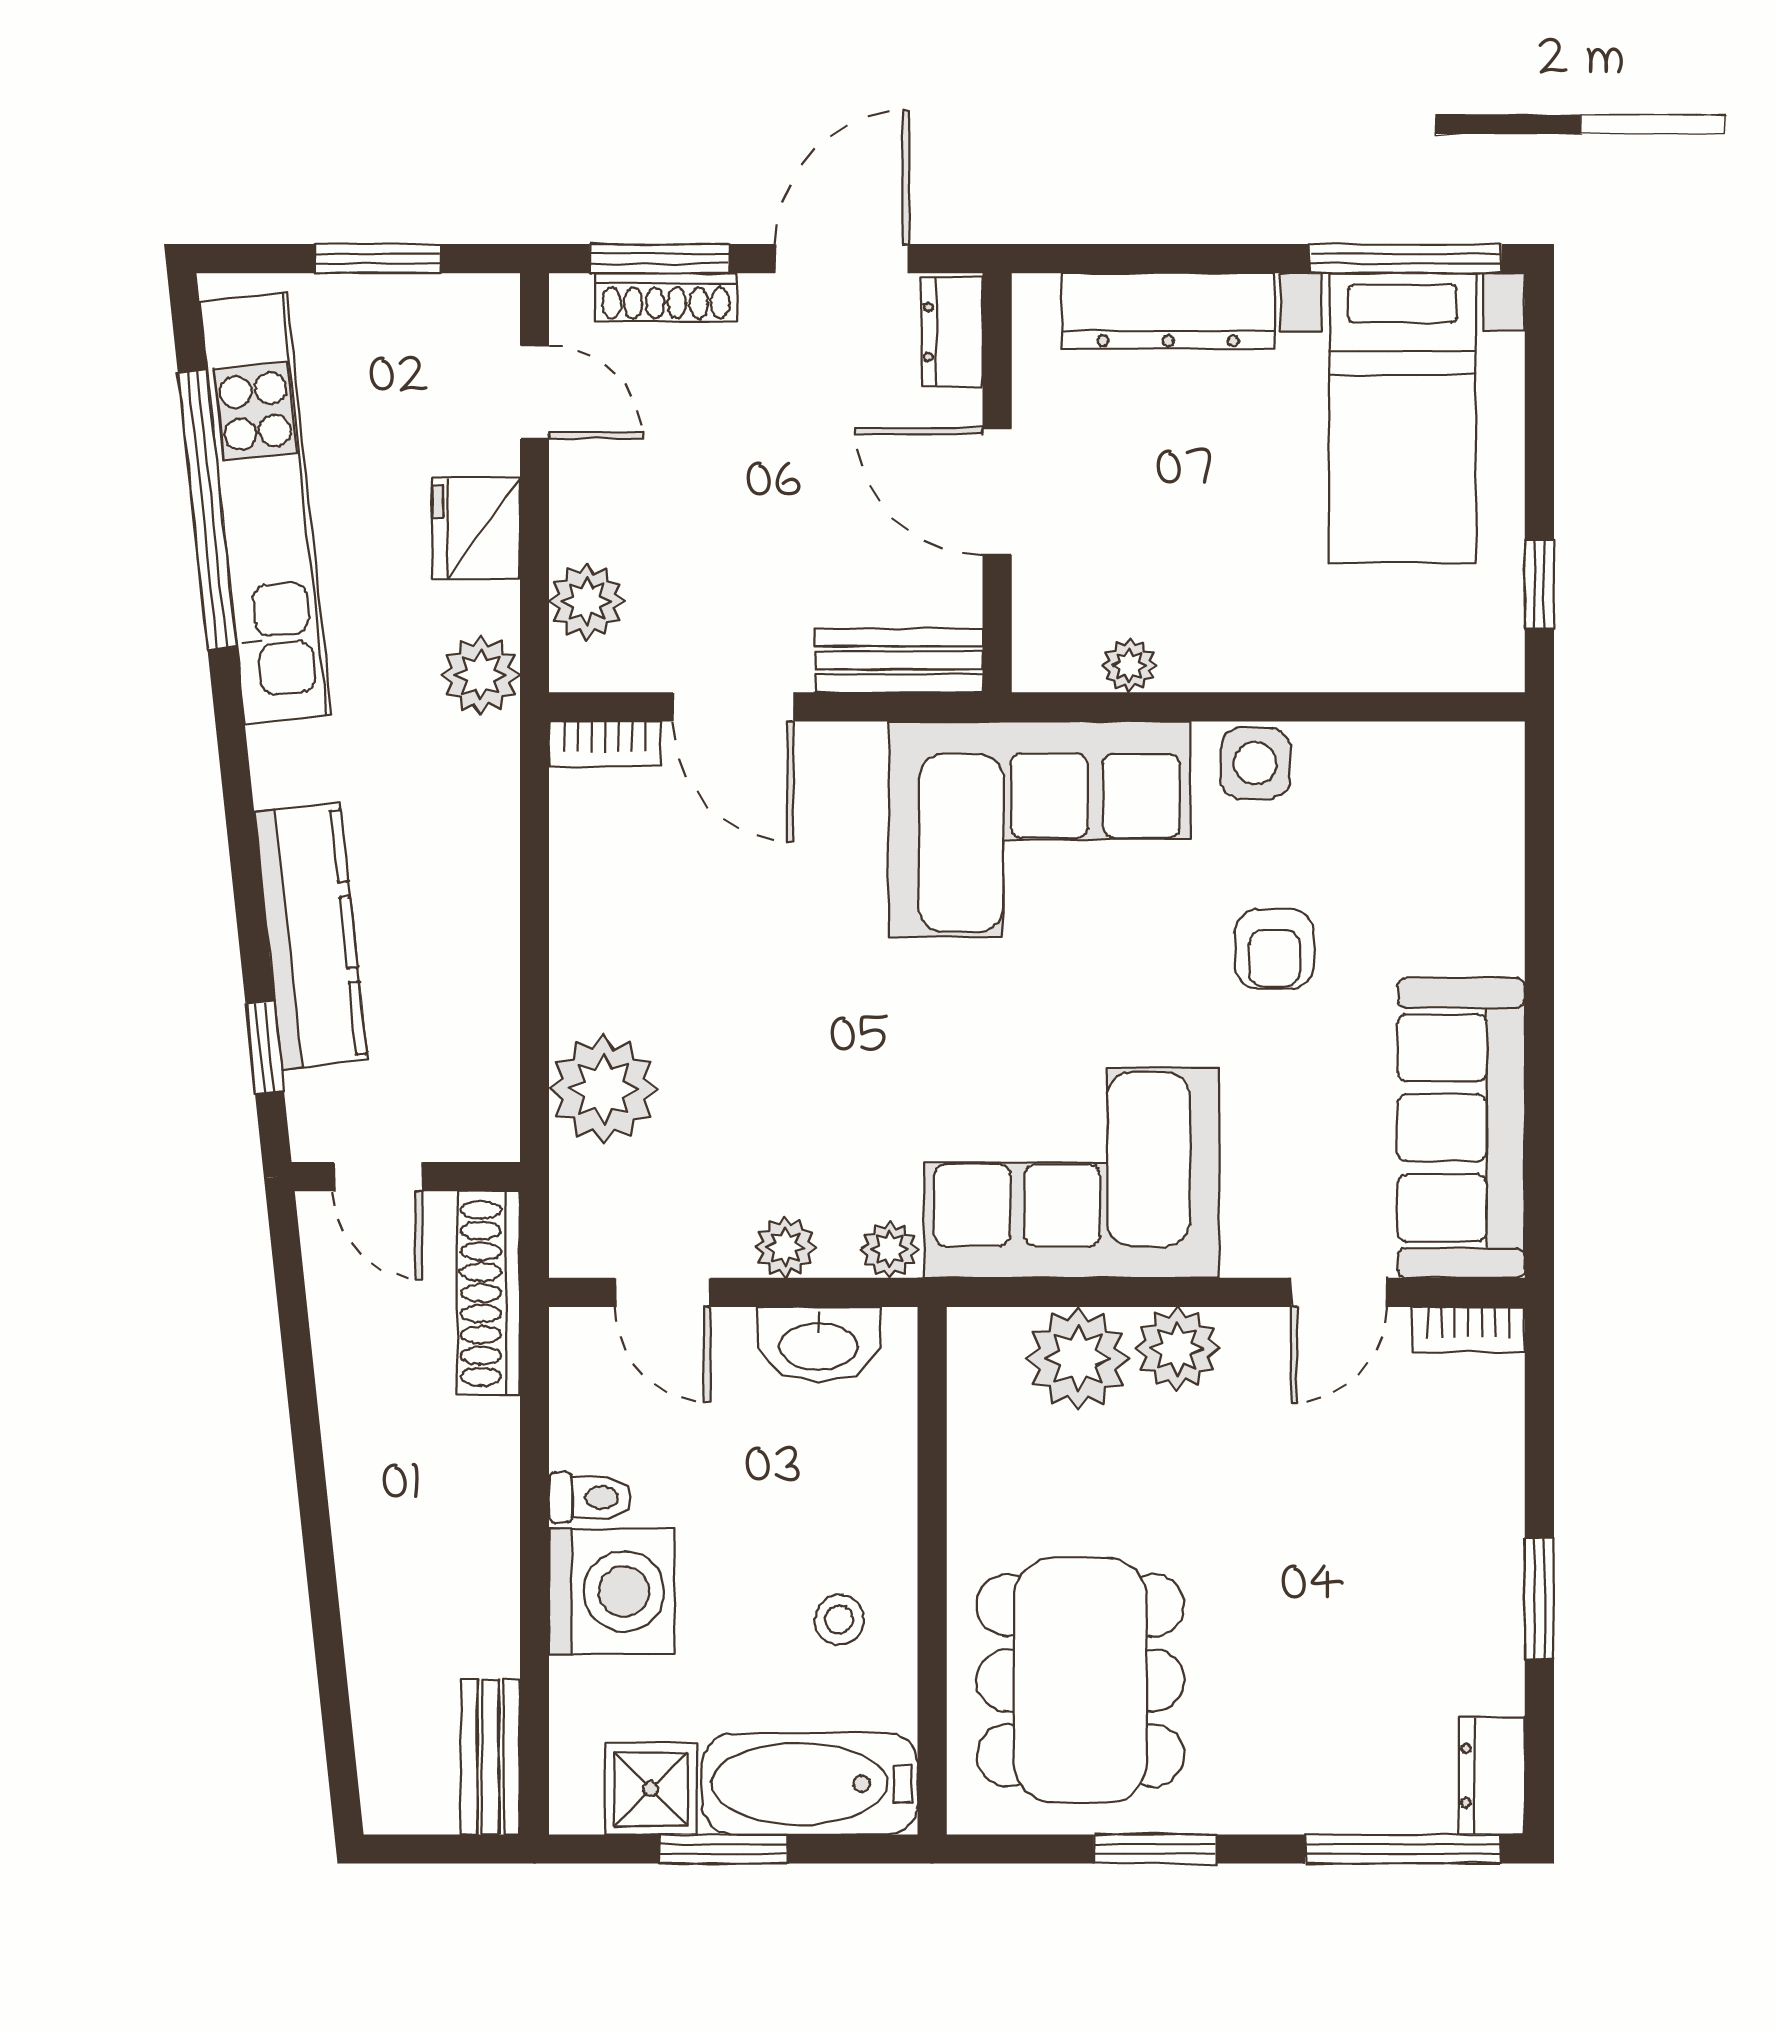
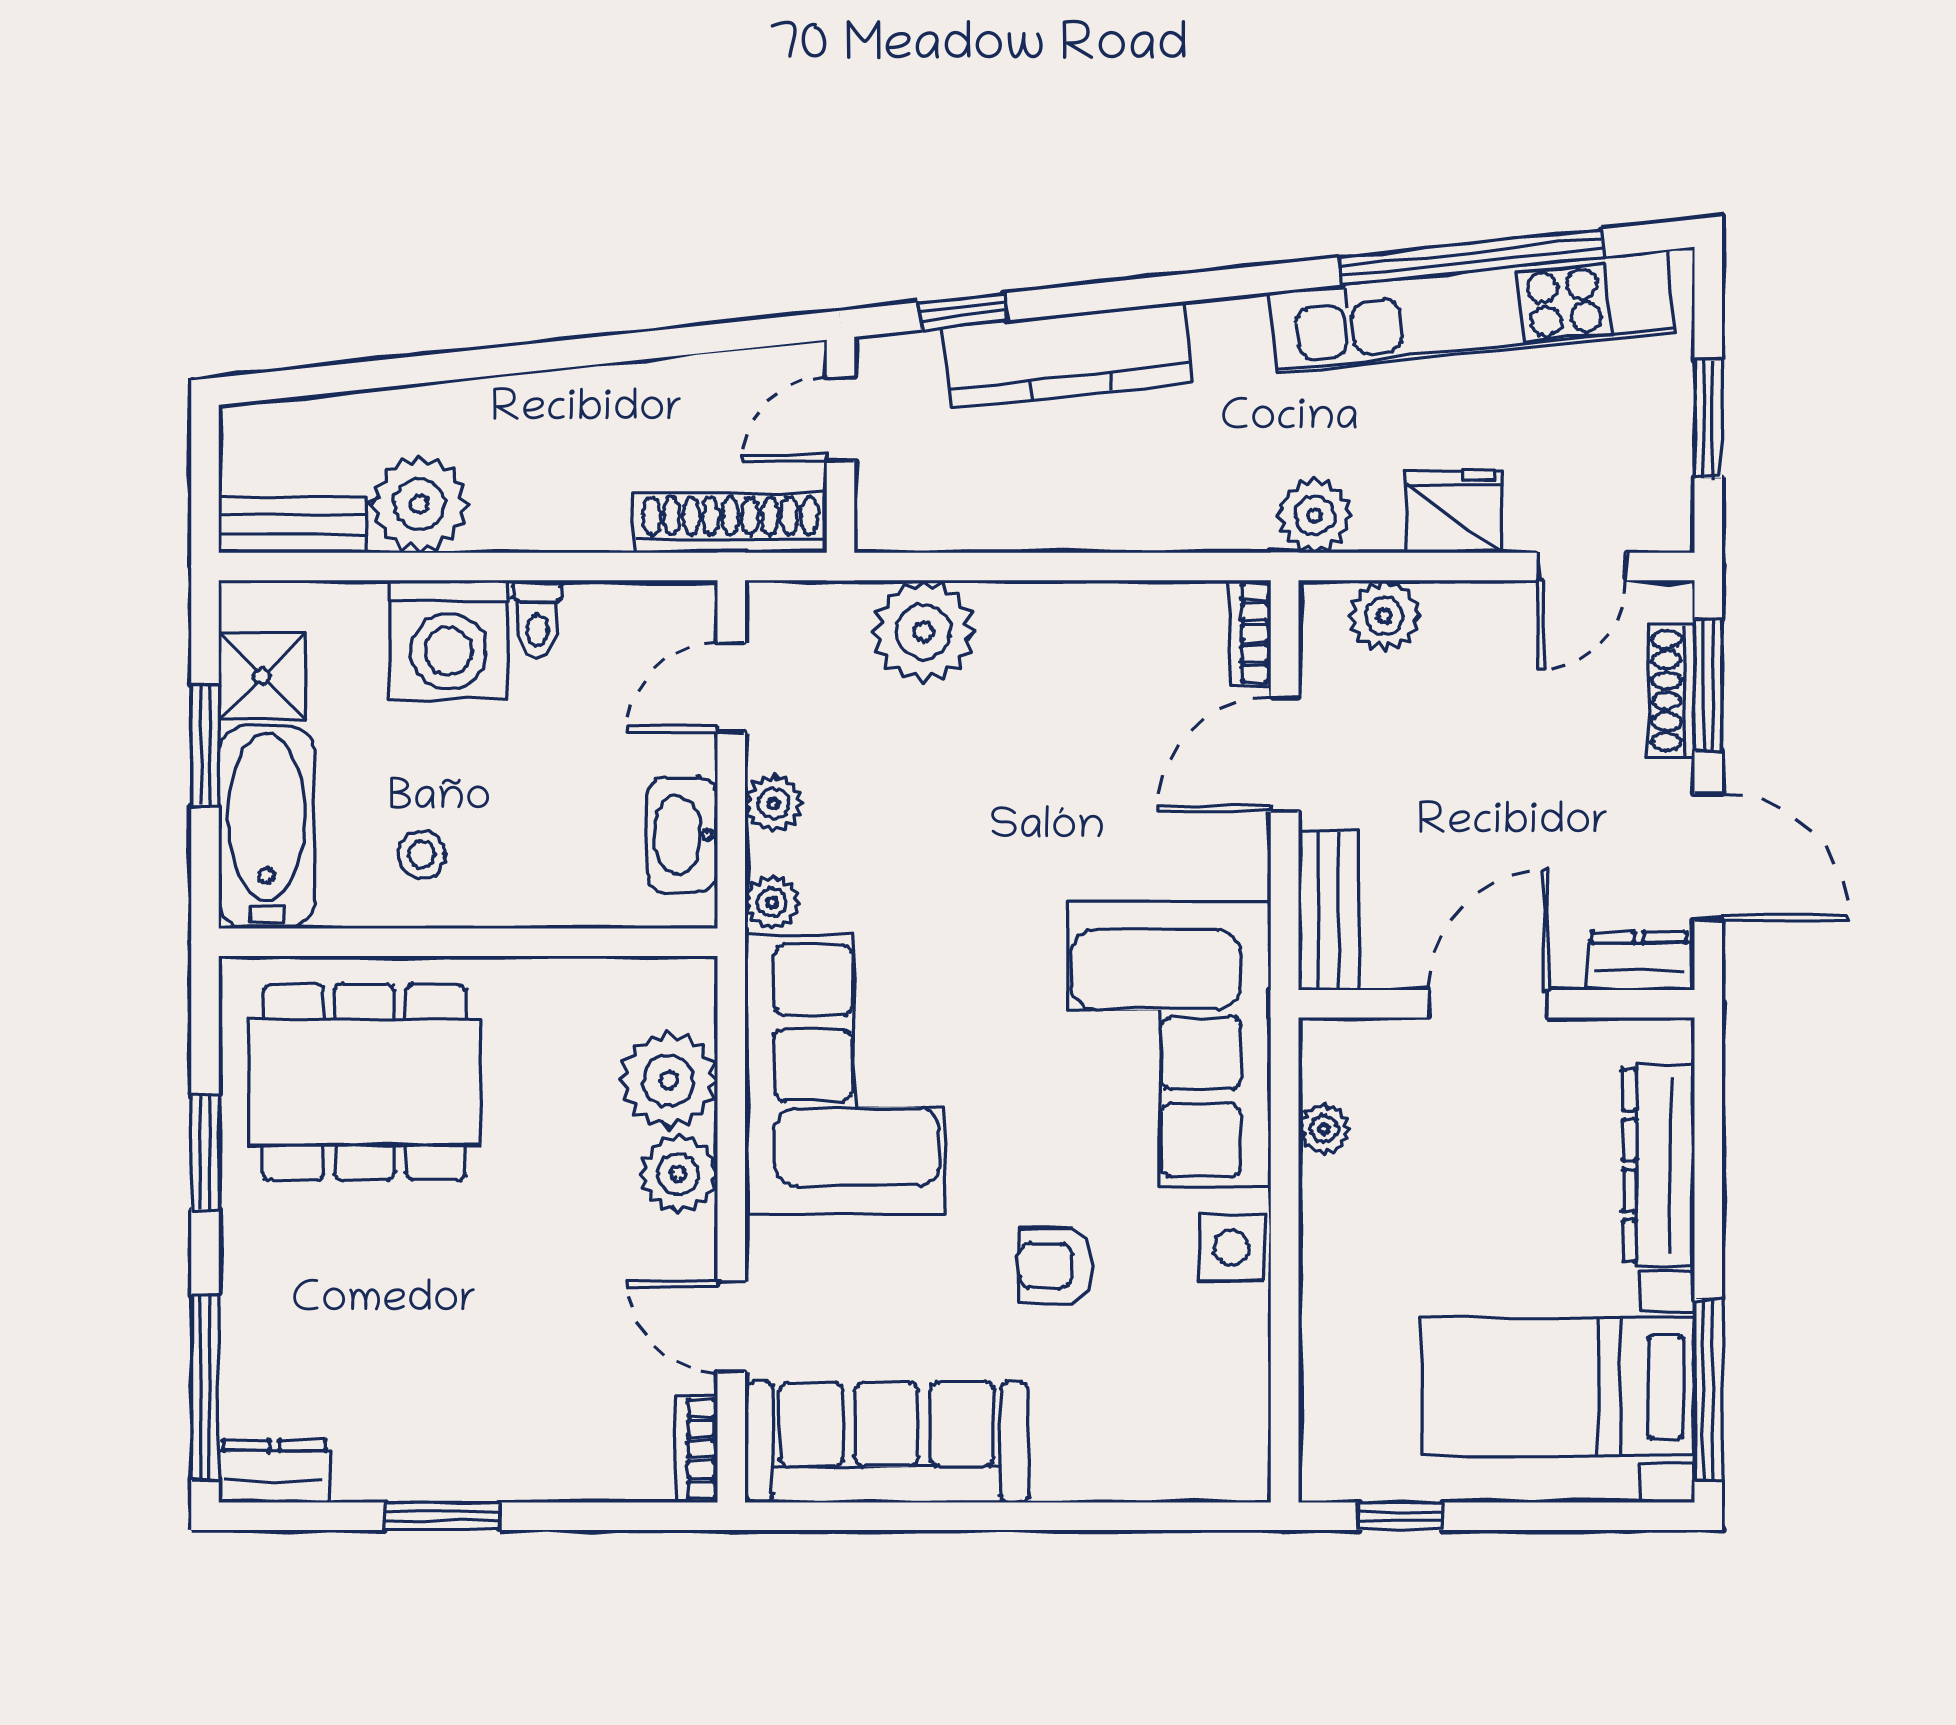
plant: (469, 1622) -> (419, 504), added

